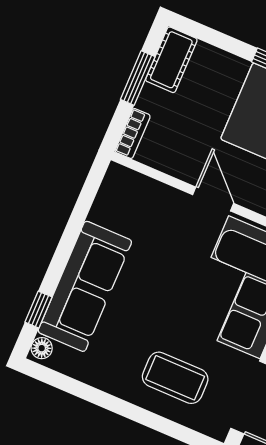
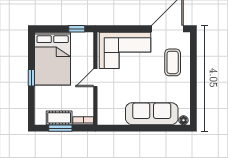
cot: (171, 60) -> (59, 118), moved
window: (38, 310) -> (169, 128), removed

